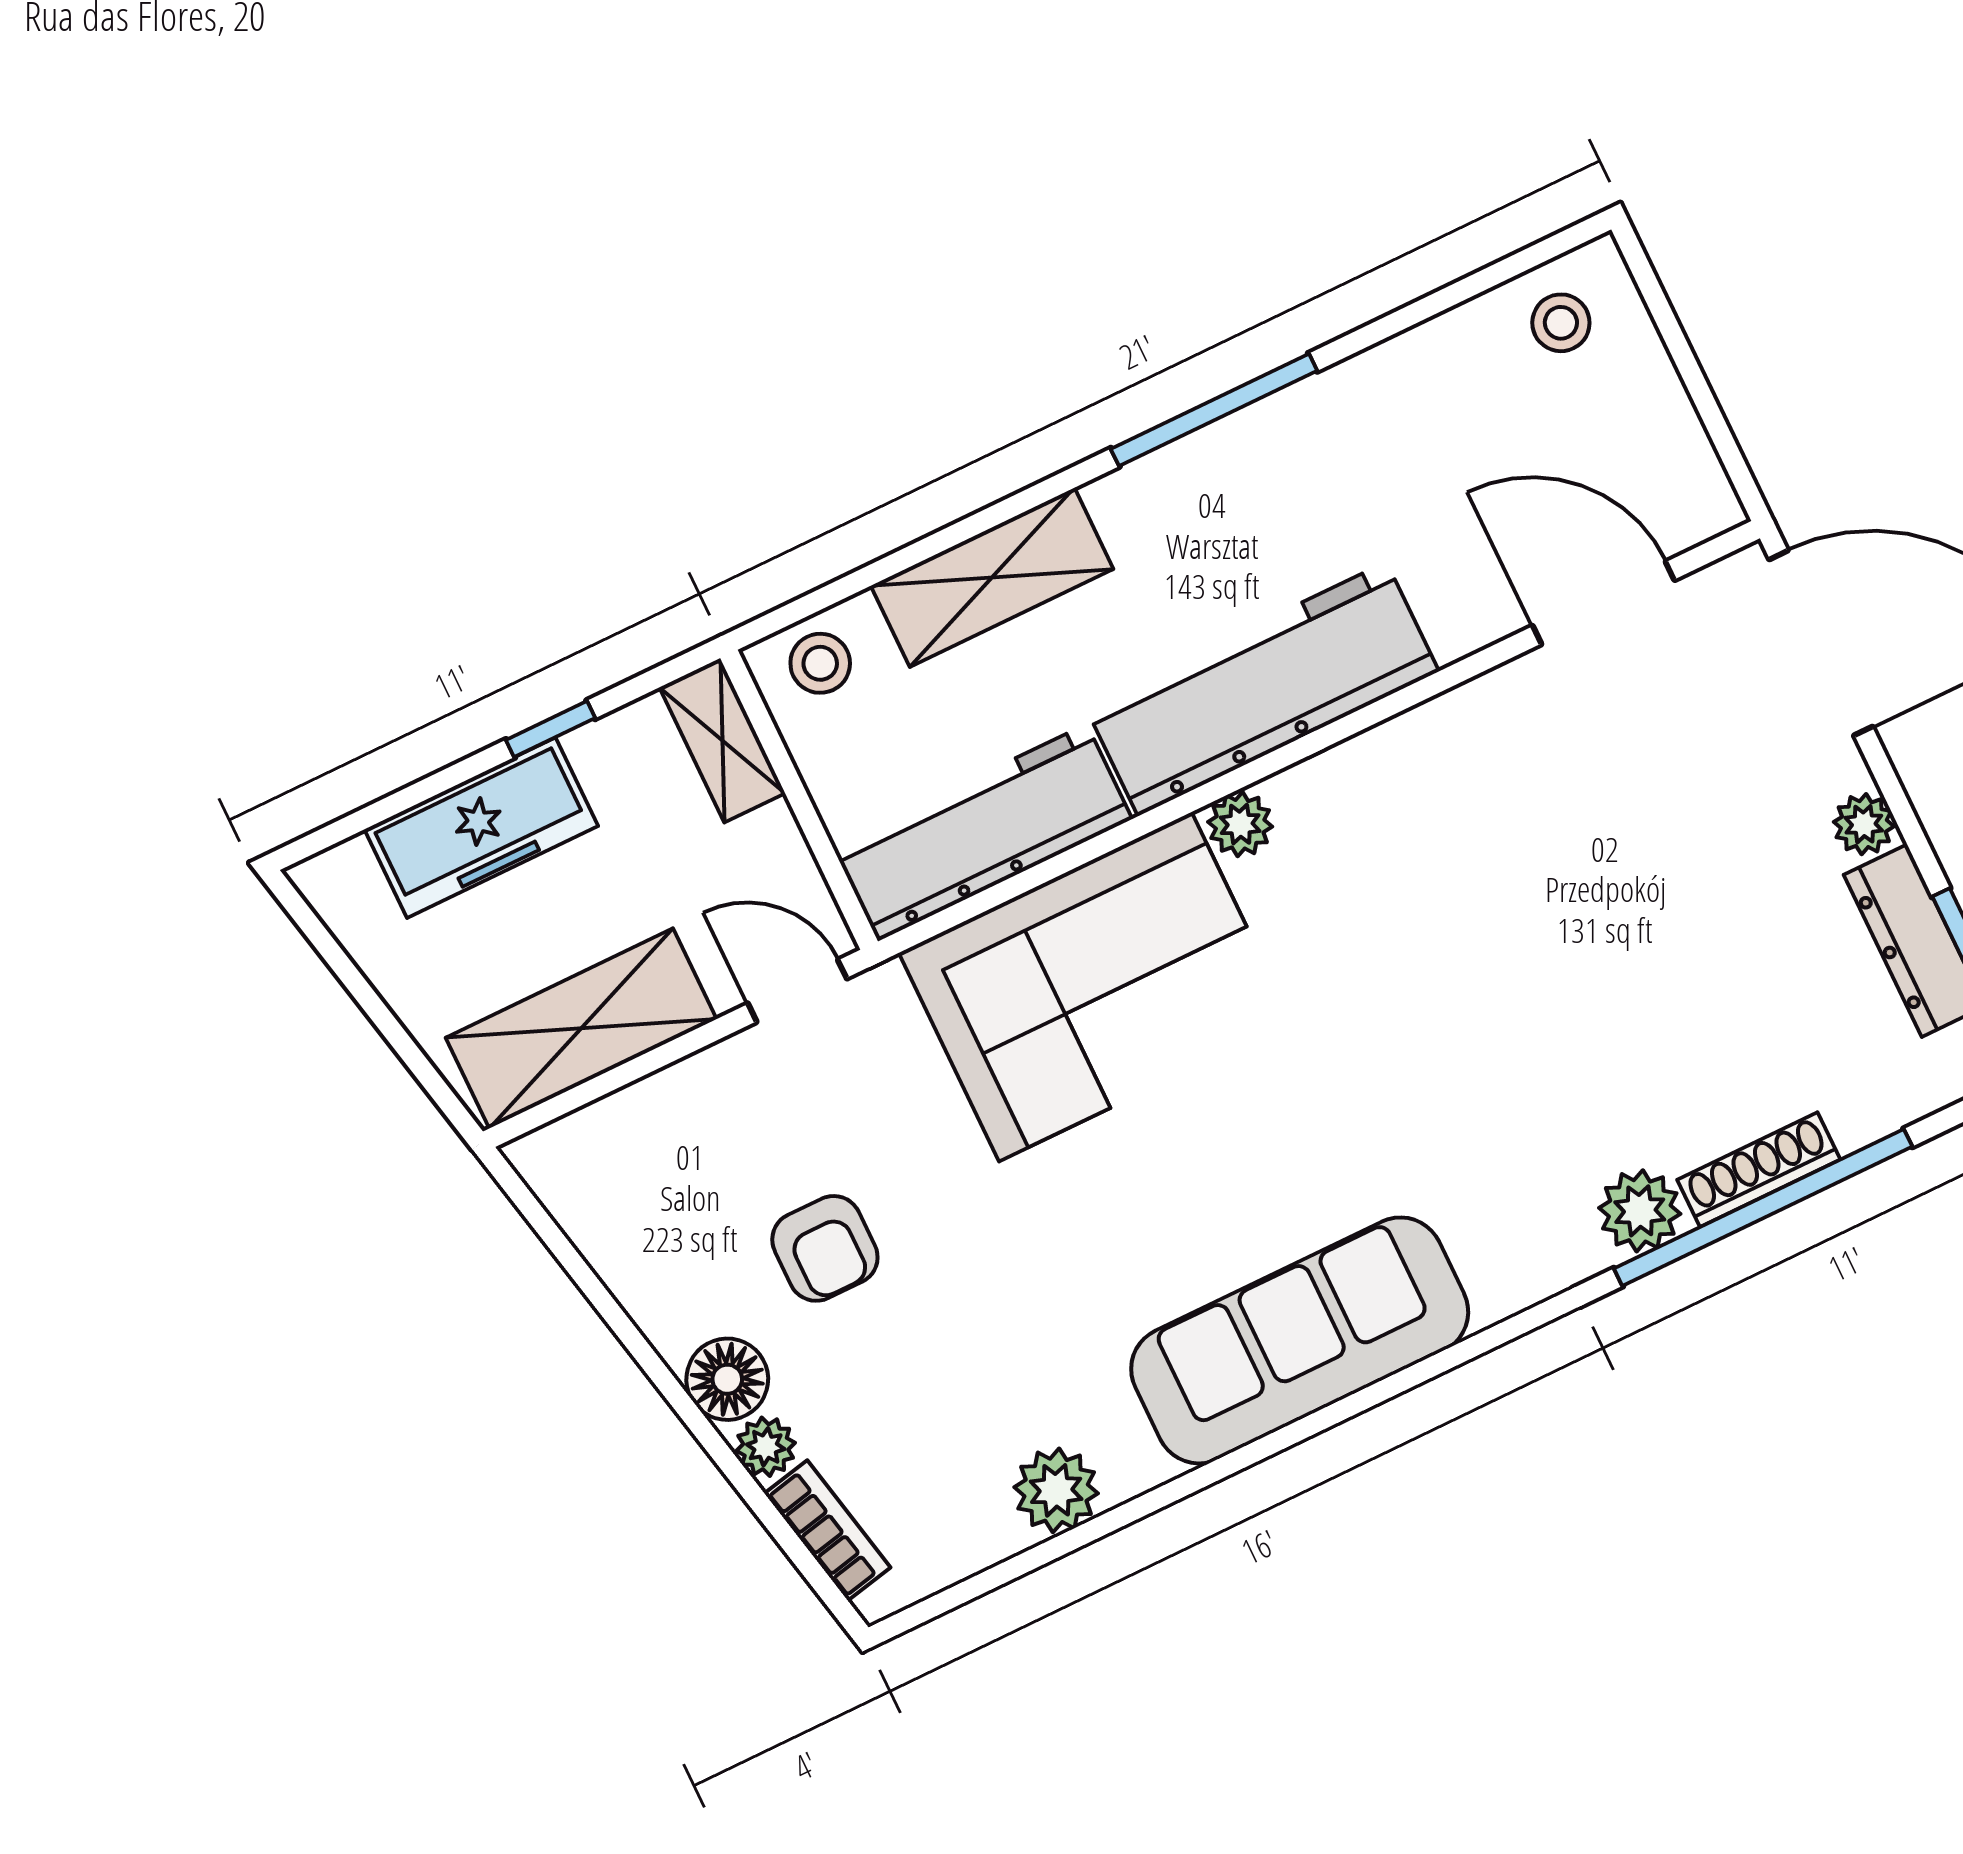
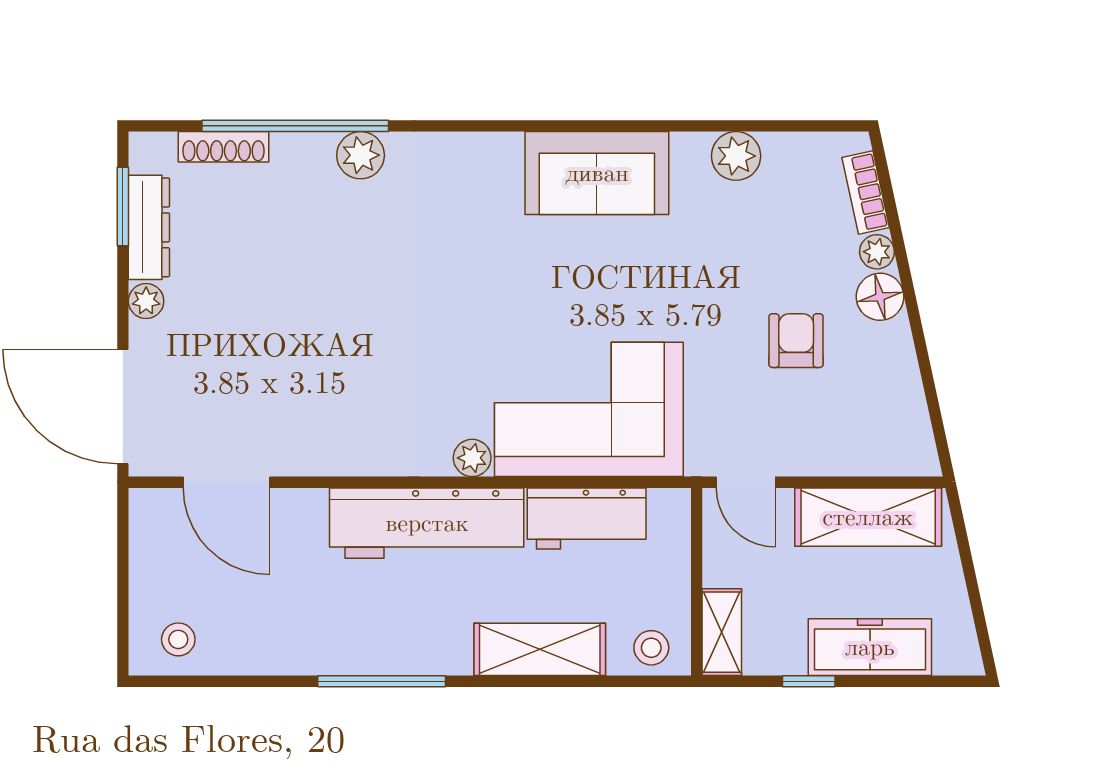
workbench: (983, 832) -> (587, 518), width x0.73
shoe rack: (1759, 1170) -> (224, 147), moved
sofa: (1300, 1340) -> (597, 173), width x0.73

